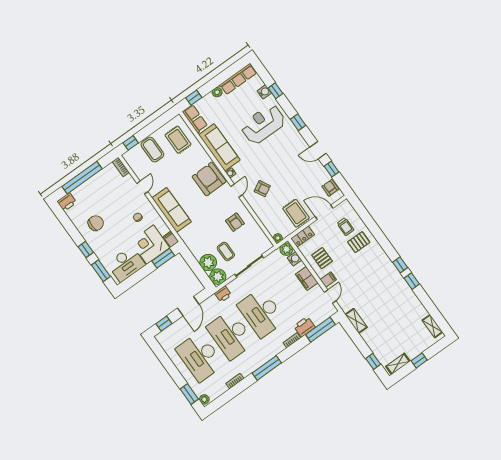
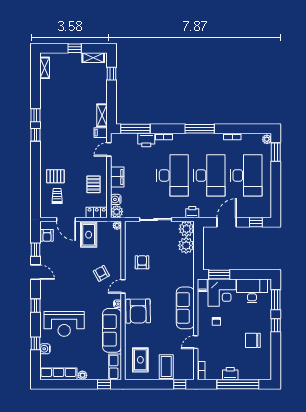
printer: (67, 202) -> (230, 374), moved
coffee table: (226, 251) -> (166, 244), removed
filing cabinet: (328, 280) -> (101, 133), moved

